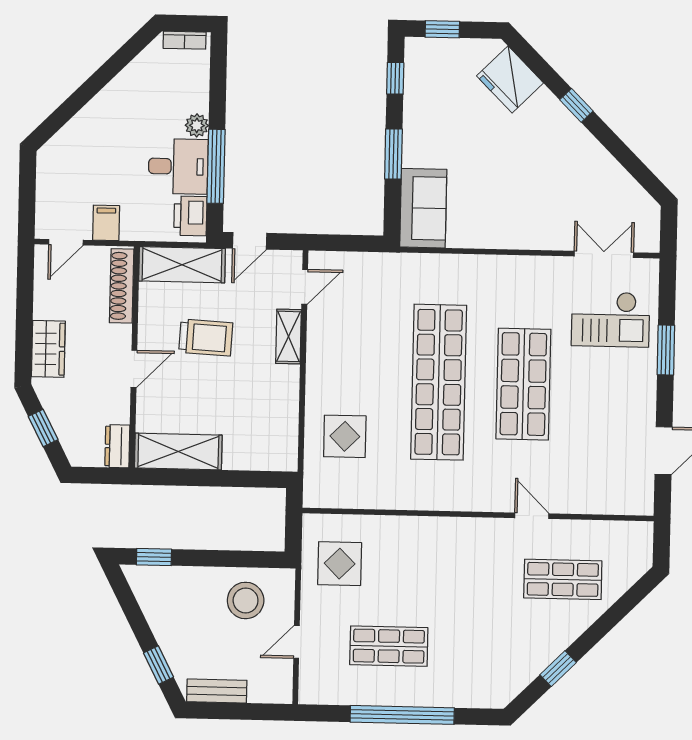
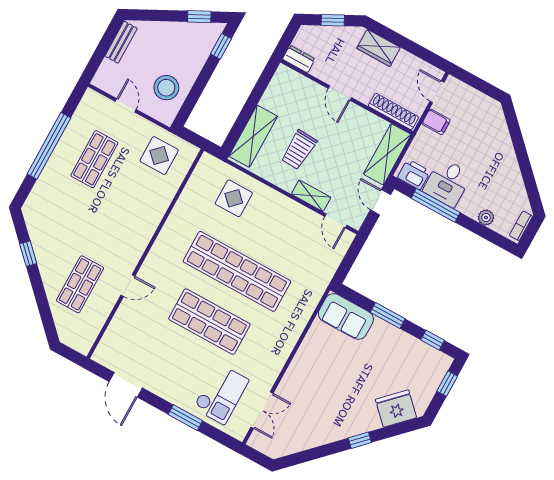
plant: (197, 125) -> (486, 218), moved
checkout: (611, 319) -> (221, 394), turned 180
trolley: (206, 338) -> (299, 150), moved
shelving: (178, 452) -> (253, 136), moved
window: (159, 665) -> (199, 17), moved

